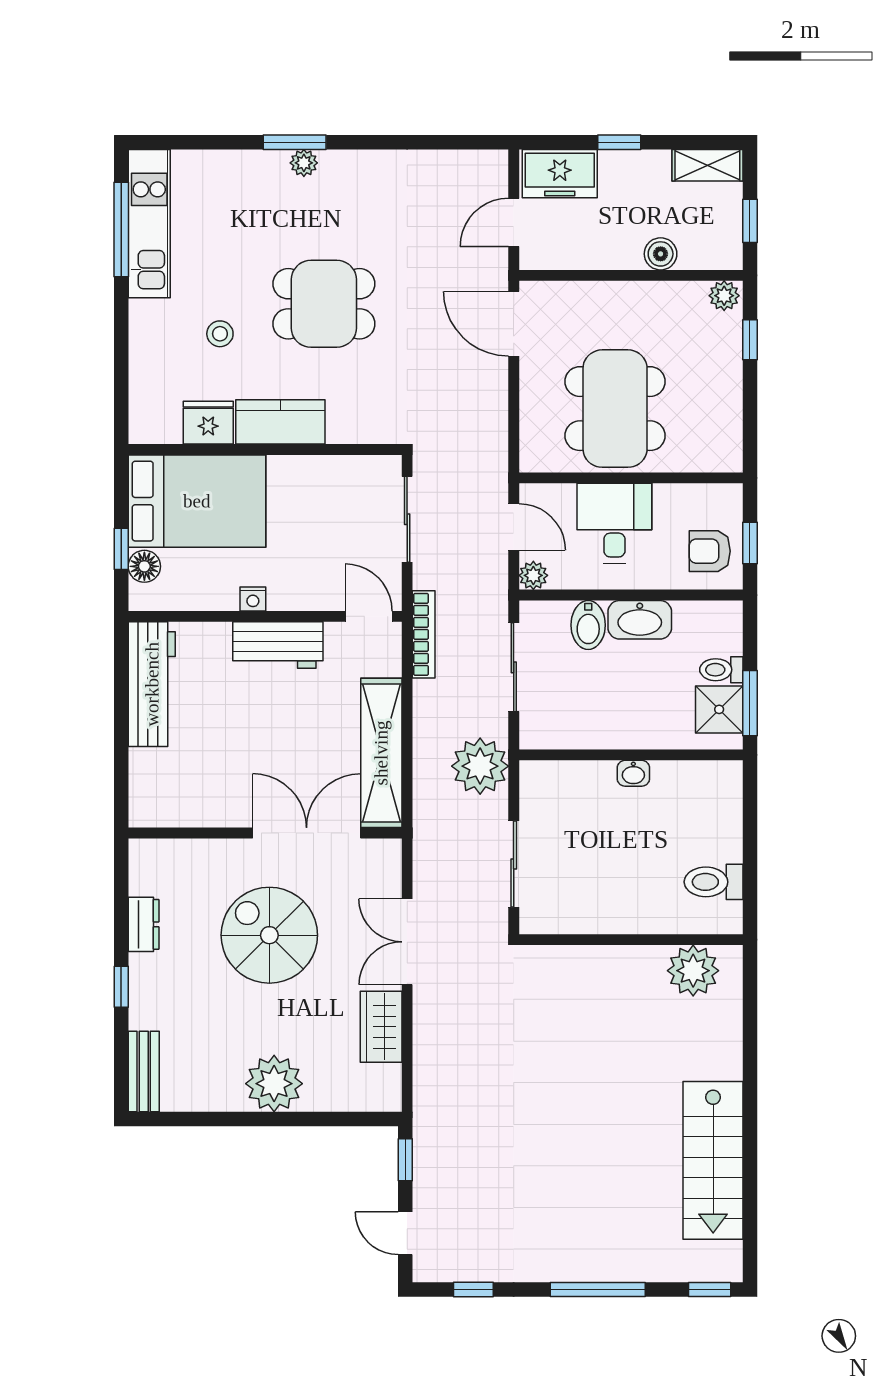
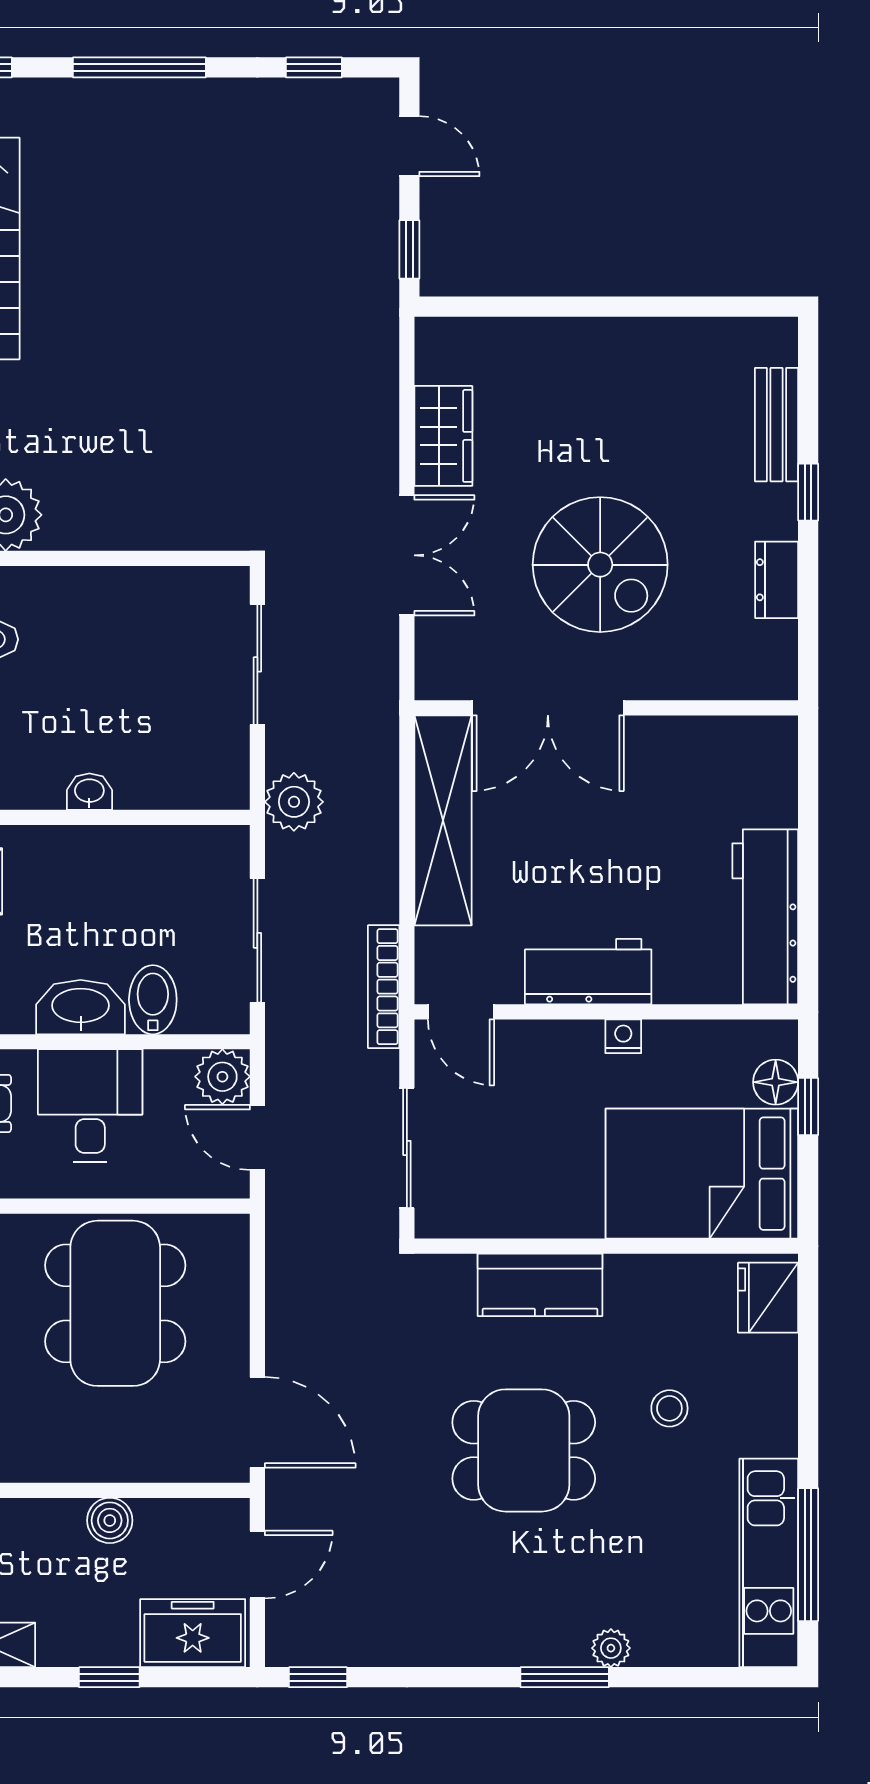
window: (470, 142) -> (318, 1677), added
plant: (304, 163) -> (611, 1648), moved
boiler: (661, 254) -> (110, 1520), moved
kitchen counter: (280, 422) -> (540, 1285), moved
fridge: (208, 423) -> (768, 1298), moved, turned 90
desk: (614, 523) -> (90, 1106), moved, turned 180
plant: (533, 575) -> (222, 1077), width x1.38, depth x1.38
plant: (480, 766) -> (294, 802), width x0.73, depth x0.73
bench: (144, 1072) -> (776, 425), moved
plant: (274, 1084) -> (594, 356), removed

